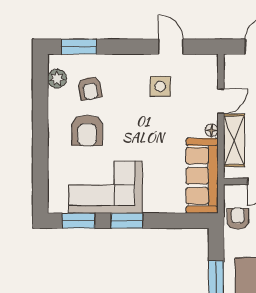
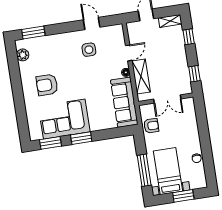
armchair: (90, 88) -> (45, 58), removed
armchair: (87, 130) -> (47, 85), turned 90
armchair: (238, 219) -> (151, 126), turned 90

